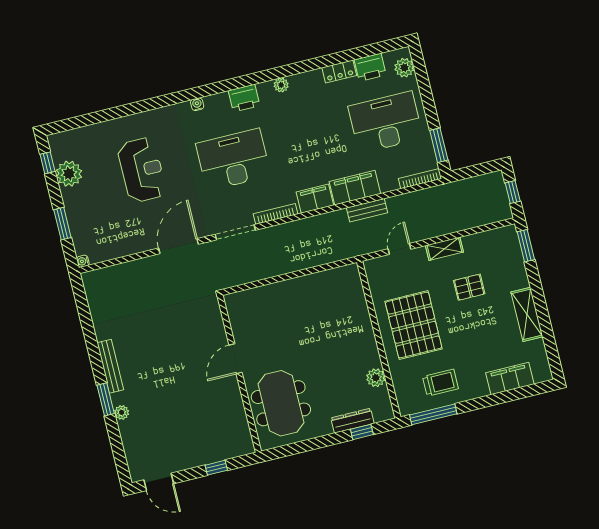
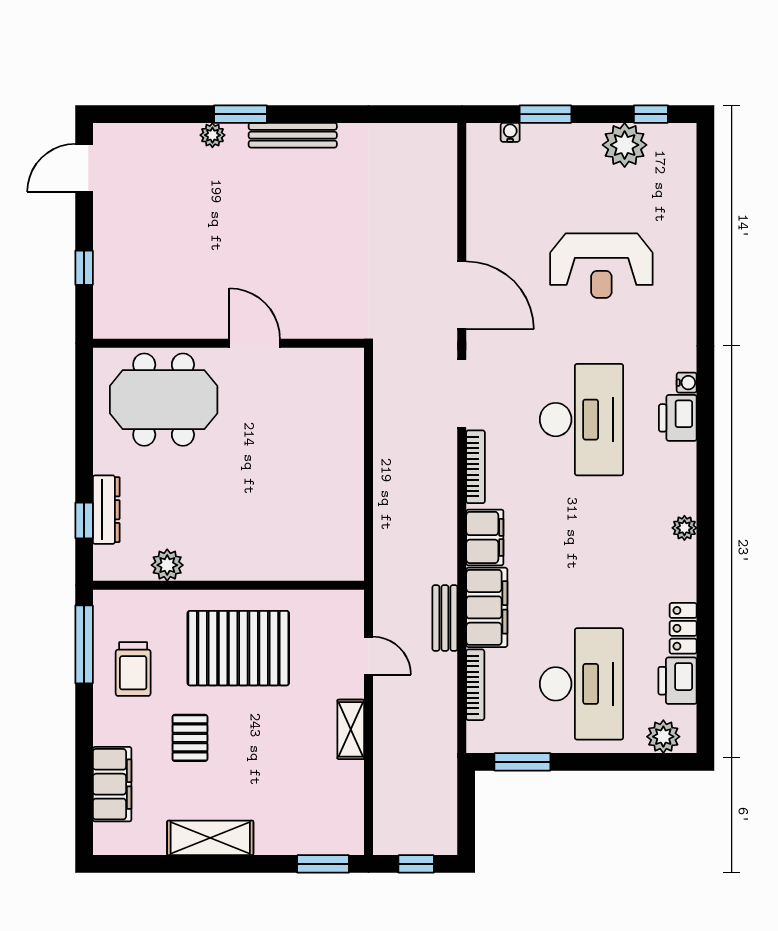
printer: (244, 98) -> (678, 418), moved
bookcase: (420, 179) -> (475, 685), moved
water cooler: (83, 261) -> (510, 132), moved
pallet: (469, 287) -> (190, 738), moved

